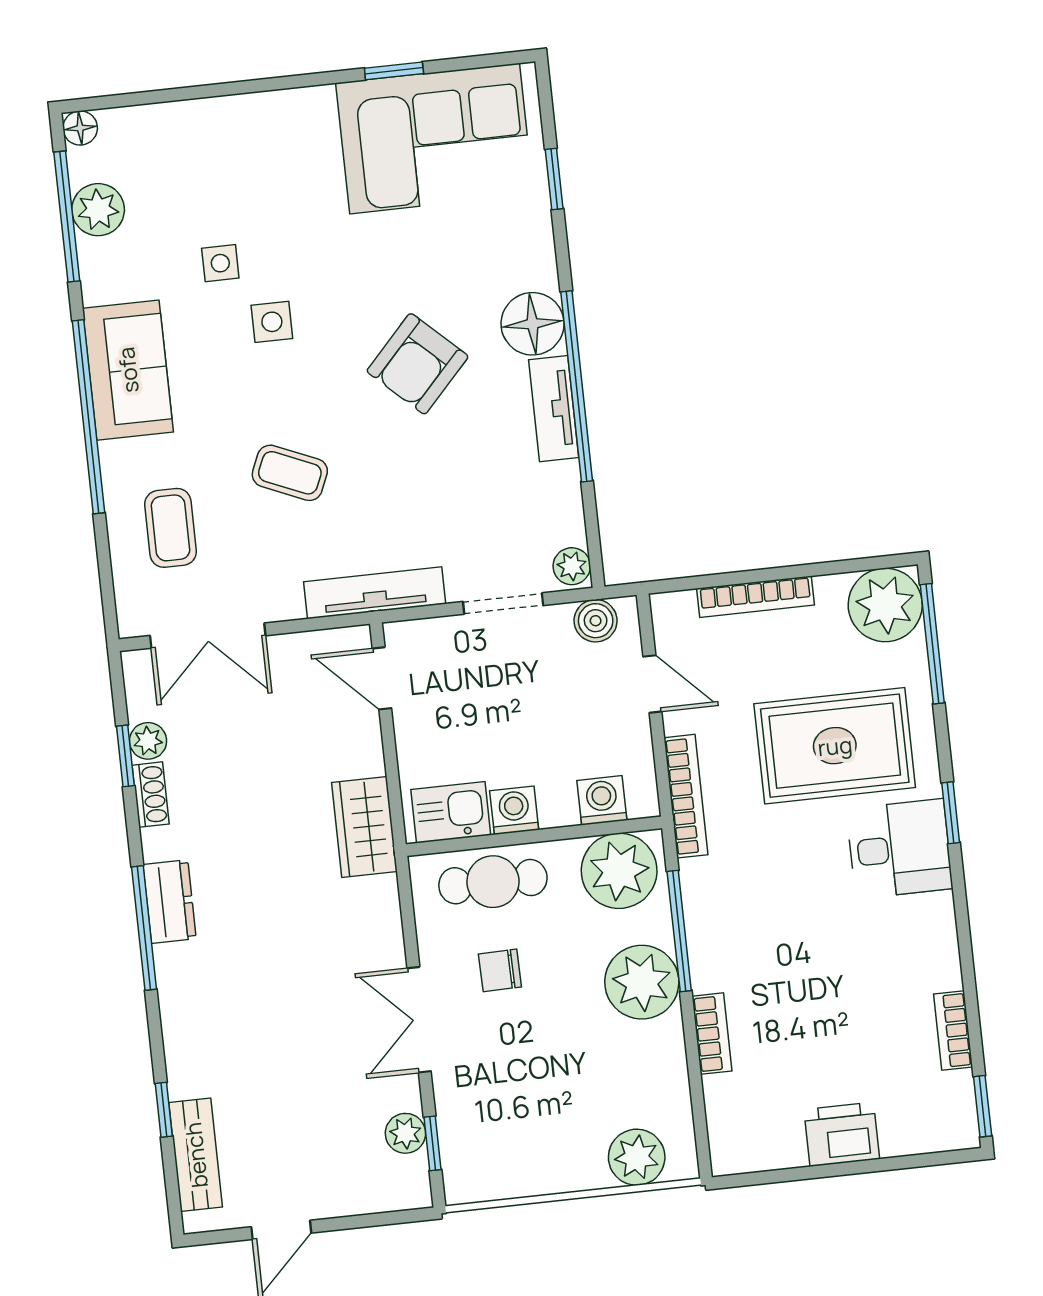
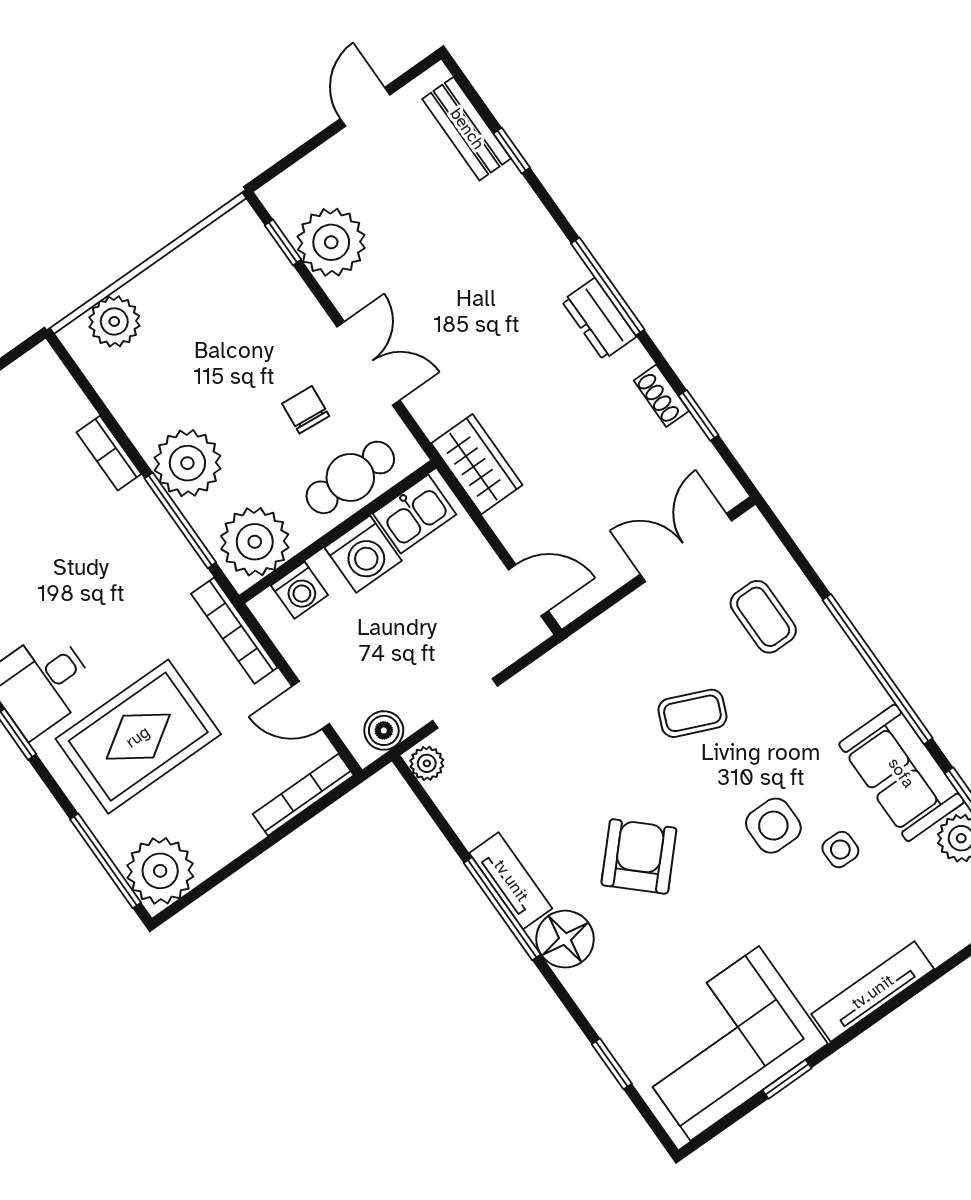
side table: (272, 322) -> (773, 826), width x1.37, depth x1.37
sofa: (128, 370) -> (901, 773), moved
window: (577, 386) -> (502, 909), width x0.68
tv unit: (375, 593) -> (873, 992), moved, turned 180
bookcase: (755, 597) -> (303, 795), moved
plant: (148, 741) -> (687, 437), removed
washing machine: (514, 810) -> (363, 554), width x1.38, depth x1.38
chair: (500, 970) -> (306, 410), turned -84
double door: (419, 1020) -> (368, 363), moved
plant: (405, 1133) -> (331, 242), width x1.88, depth x1.88

